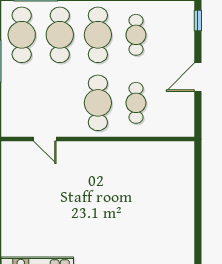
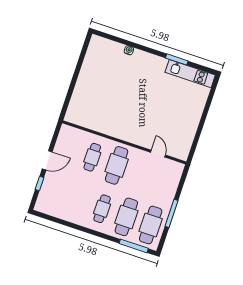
window: (198, 21) -> (39, 184), moved
cafe table: (98, 35) -> (102, 209), width x0.73, depth x0.74
cafe table: (136, 35) -> (78, 201), removed

